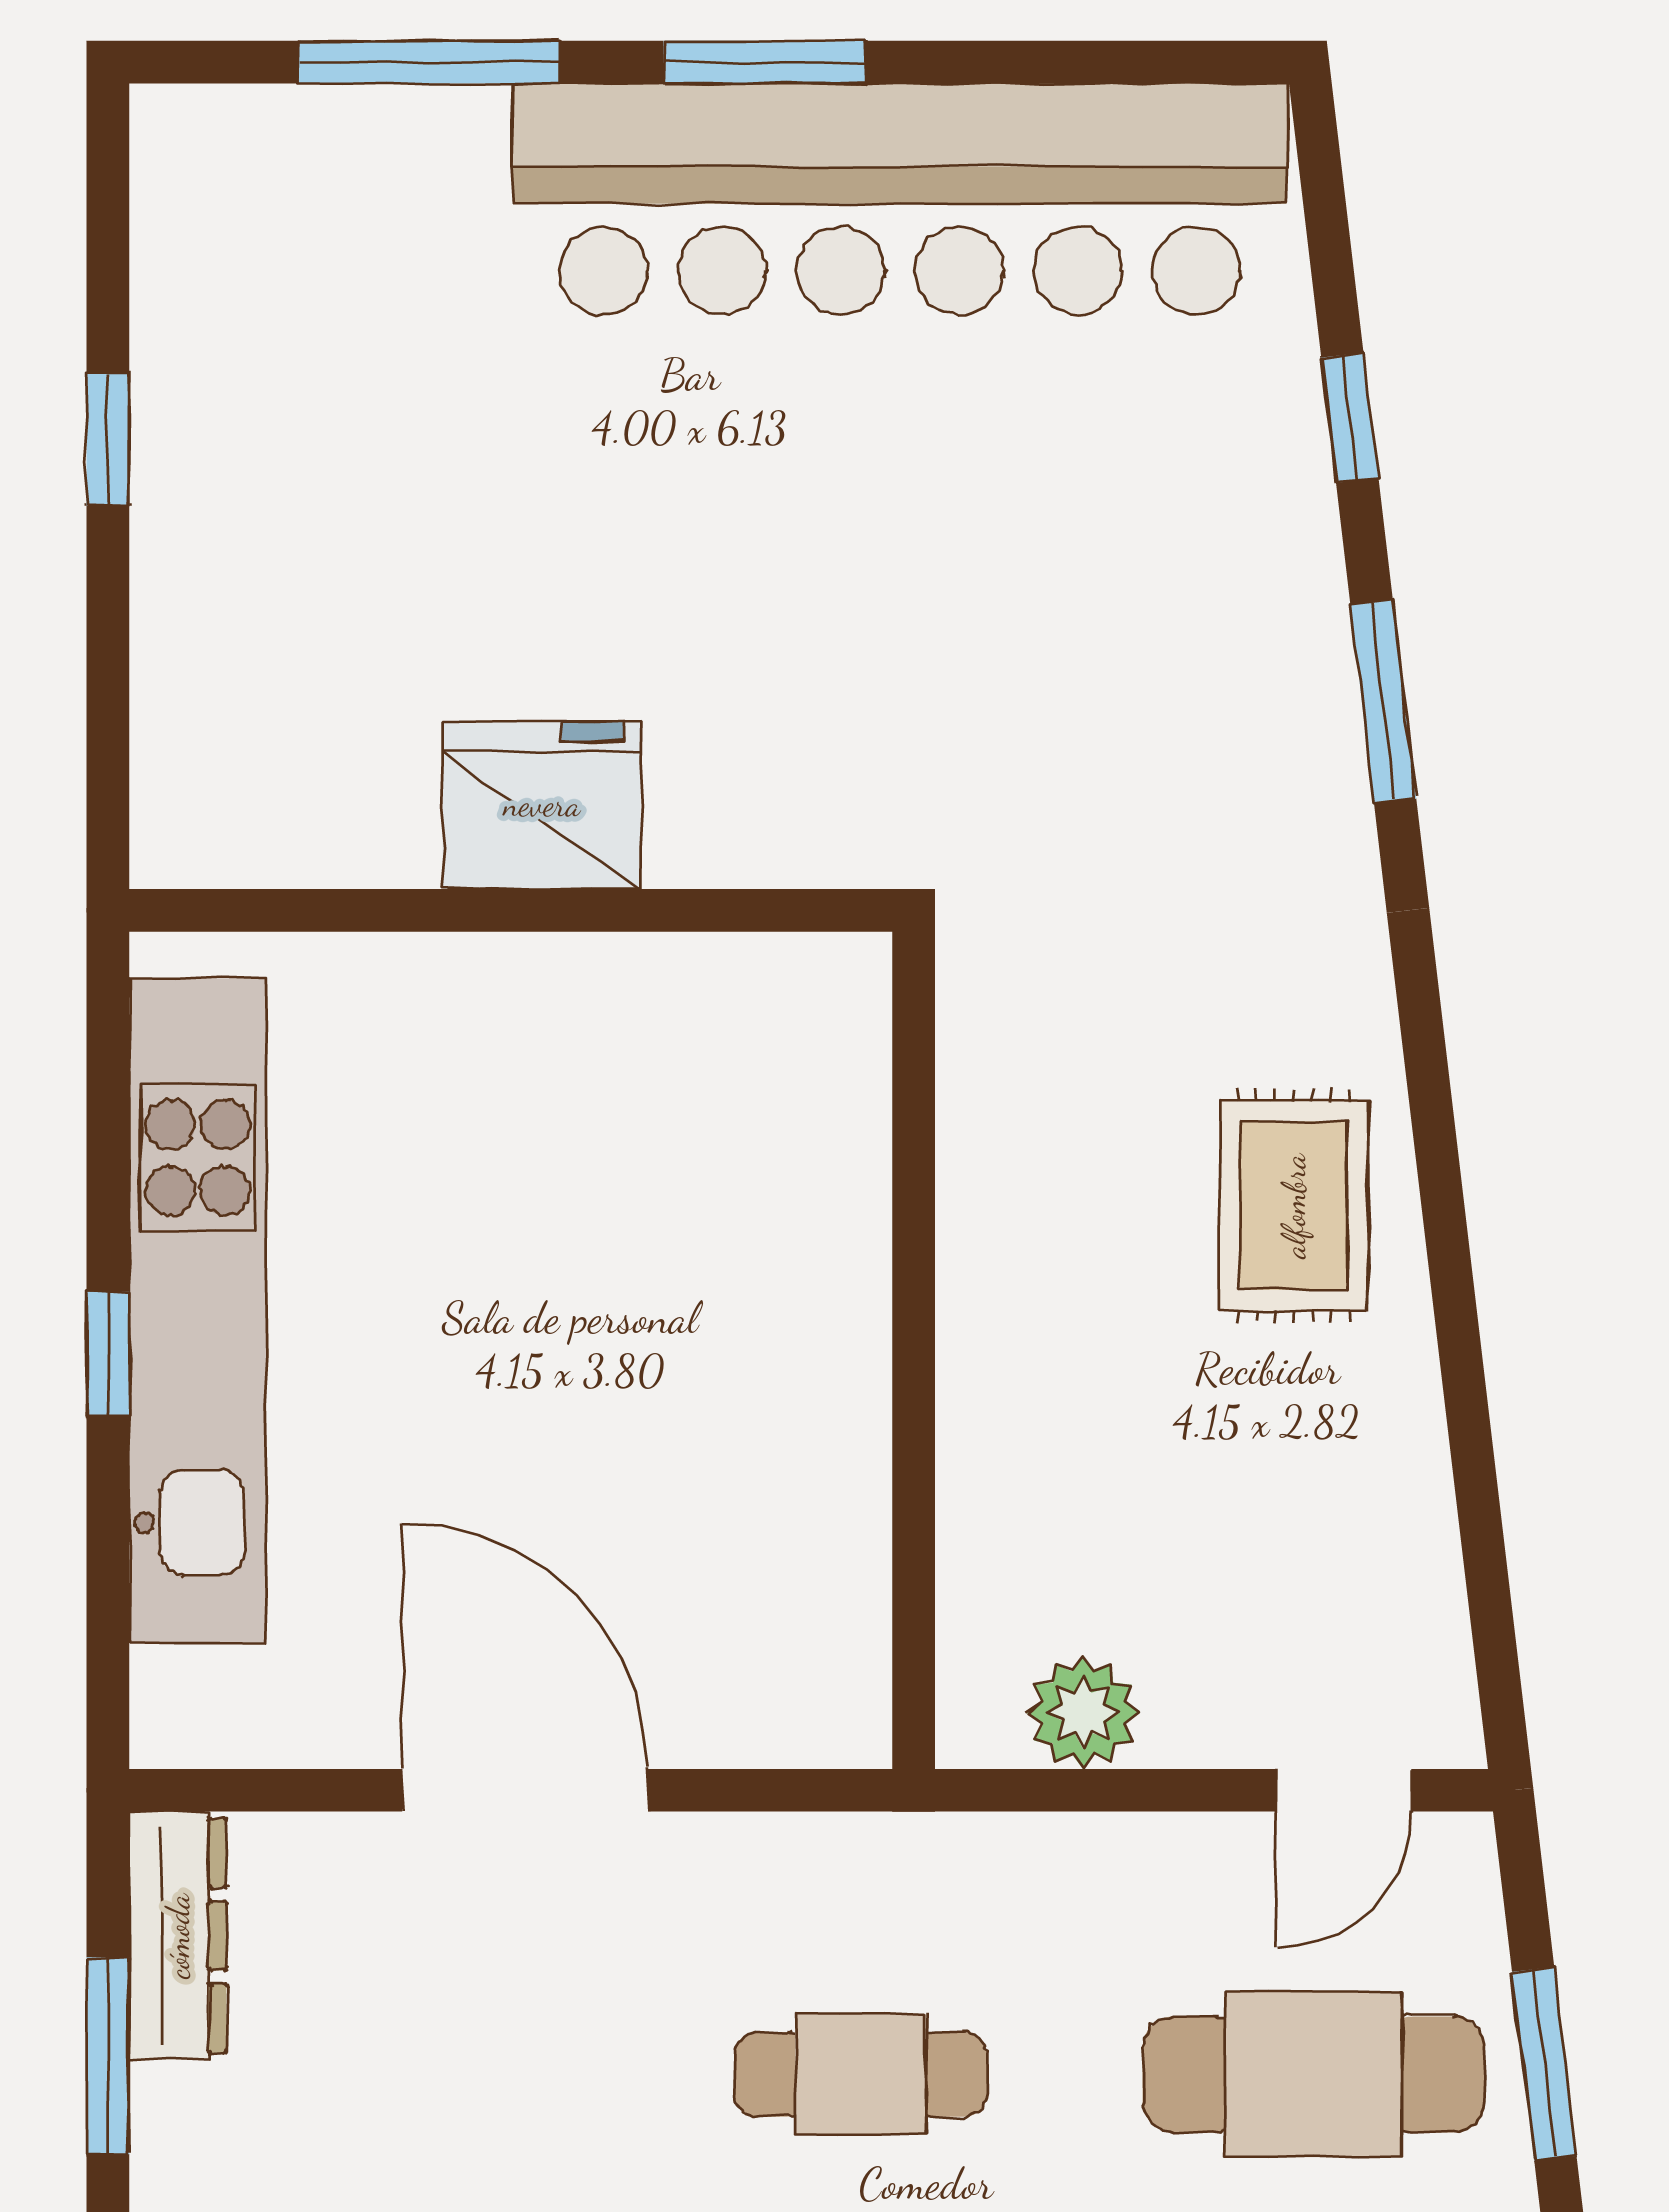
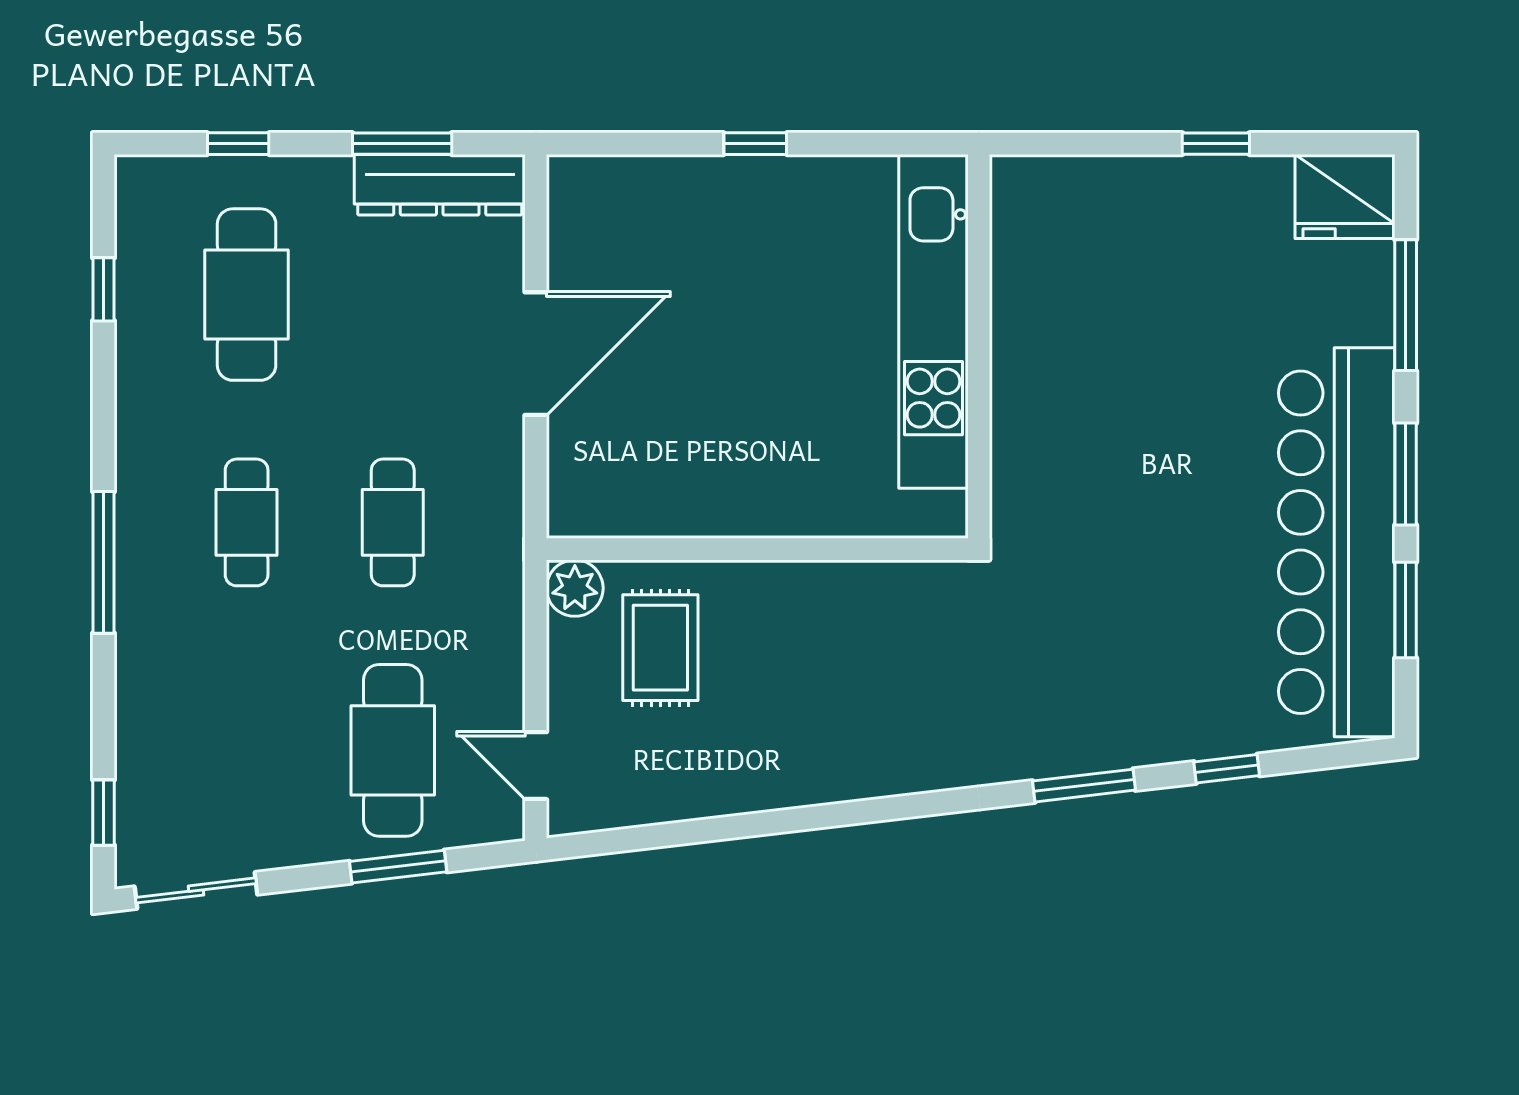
window: (1035, 62) -> (1406, 610), added
fridge: (542, 805) -> (1345, 196), moved, turned 90
rug: (1294, 1206) -> (660, 648), moved, turned 90
kitchen unit: (198, 1310) -> (934, 321), moved, turned 90
plant: (1083, 1713) -> (575, 588), moved
dresser: (178, 1936) -> (440, 185), width x1.37, depth x1.24

